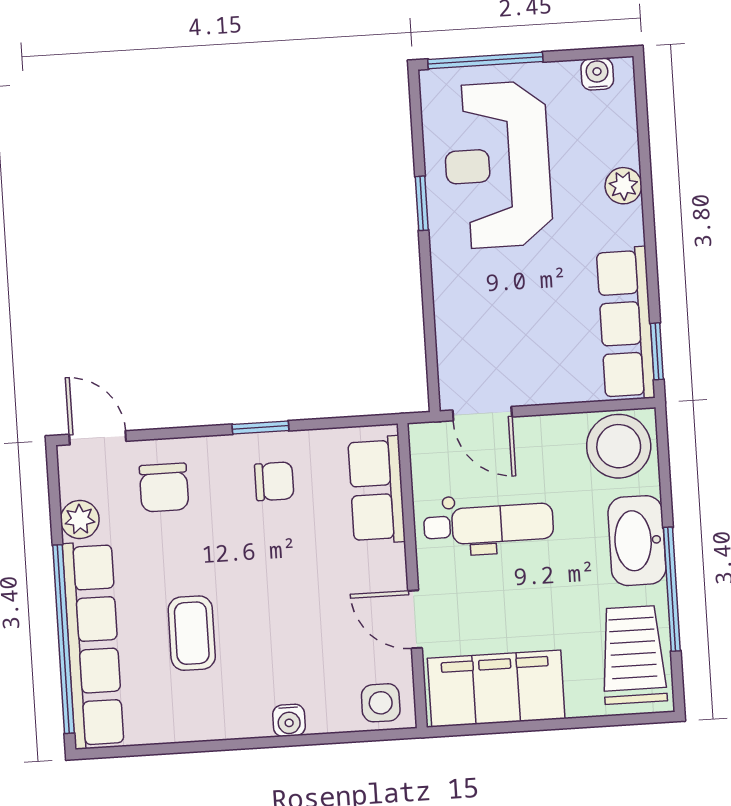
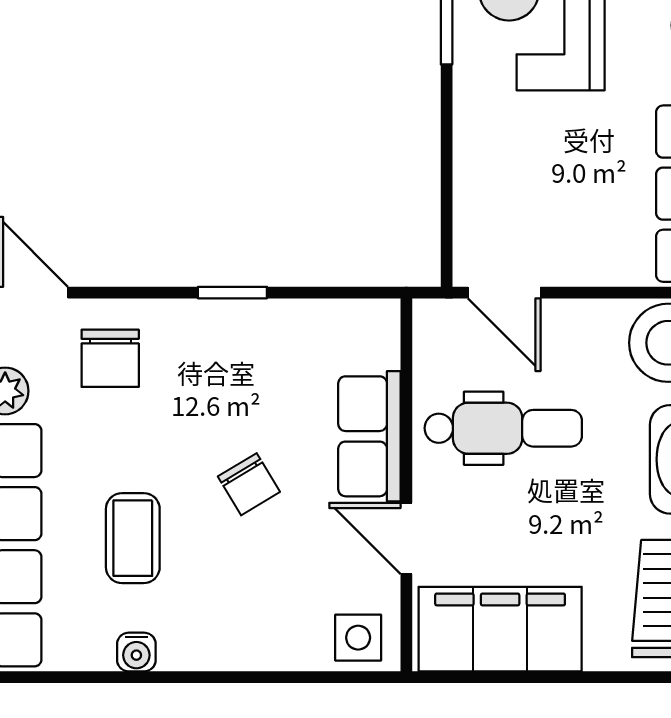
chair: (274, 481) -> (249, 484), moved, turned 59
row of seats: (377, 490) -> (369, 436), moved
water cooler: (289, 720) -> (136, 652), moved

